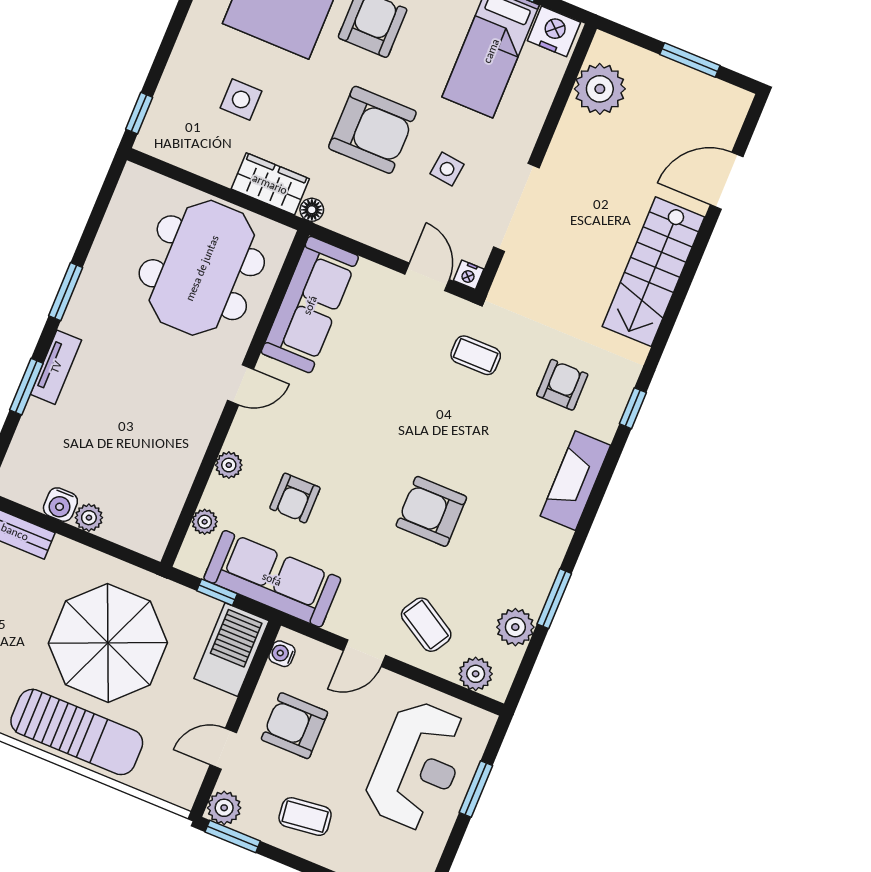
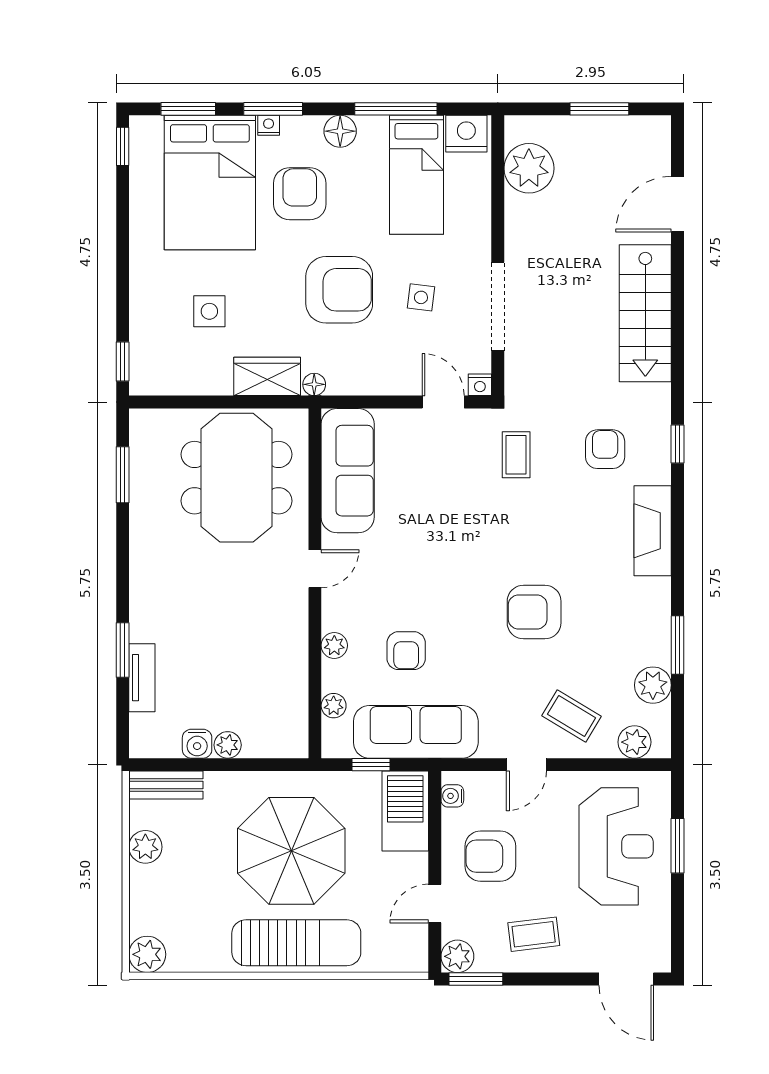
window: (66, 292) -> (123, 475), moved
coffee table: (476, 355) -> (516, 455), turned 90
tv unit: (56, 367) -> (142, 678), moved

